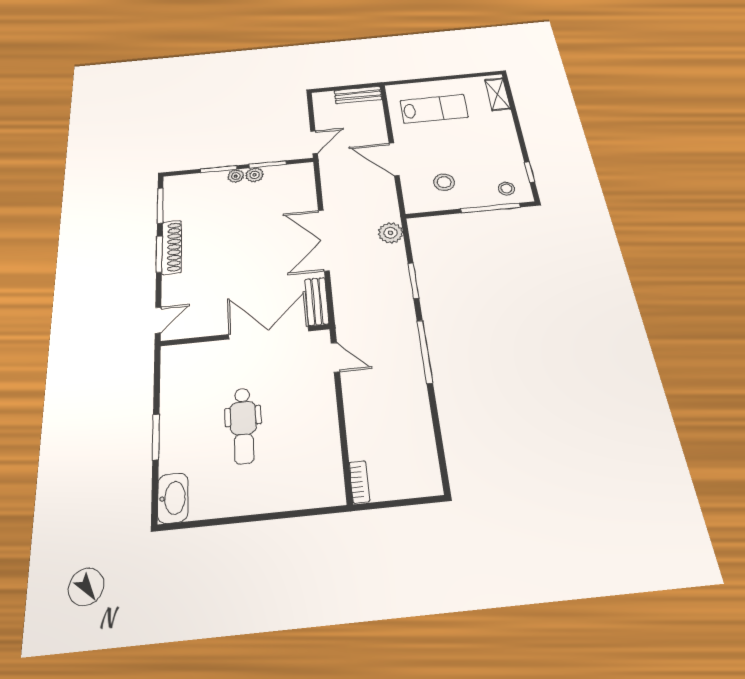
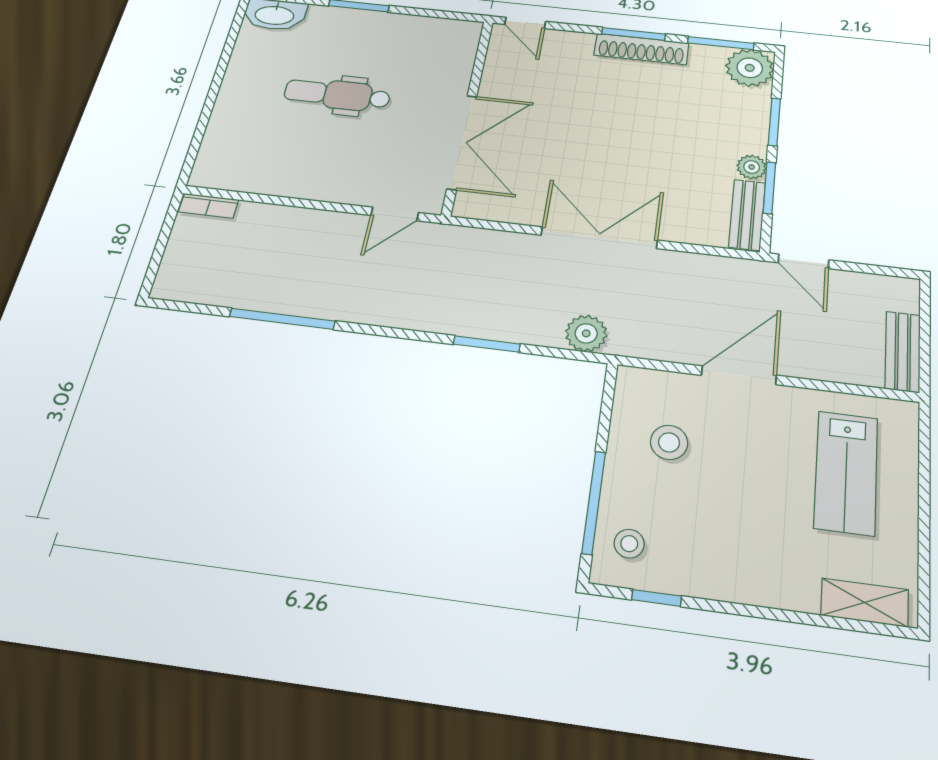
plant: (236, 176) -> (750, 68), moved, width x1.87, depth x1.87
bench: (317, 301) -> (747, 215), moved, turned 90
window: (425, 352) -> (282, 319), moved

